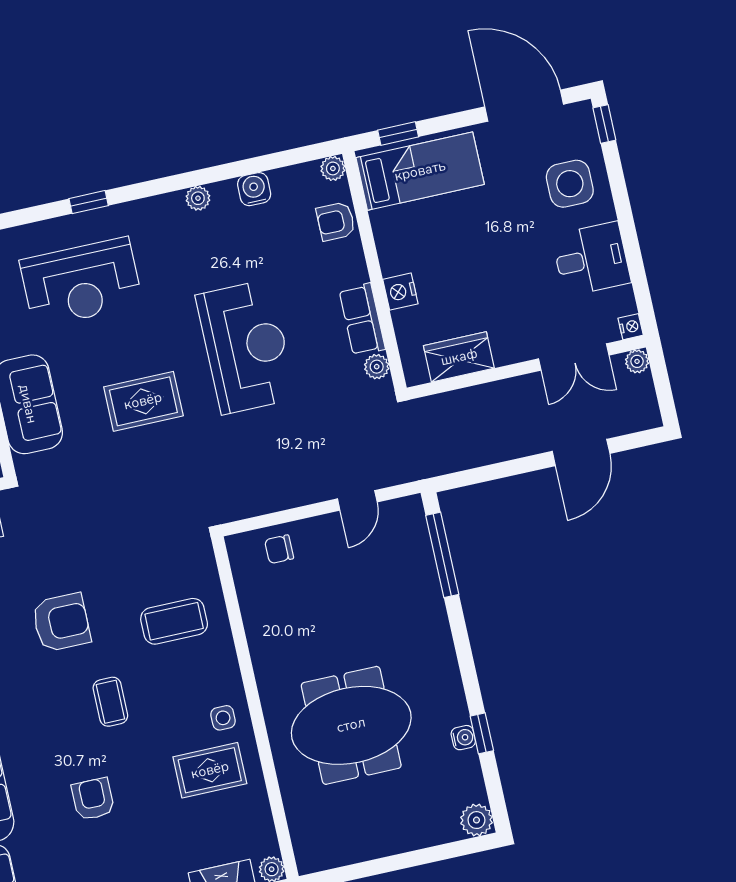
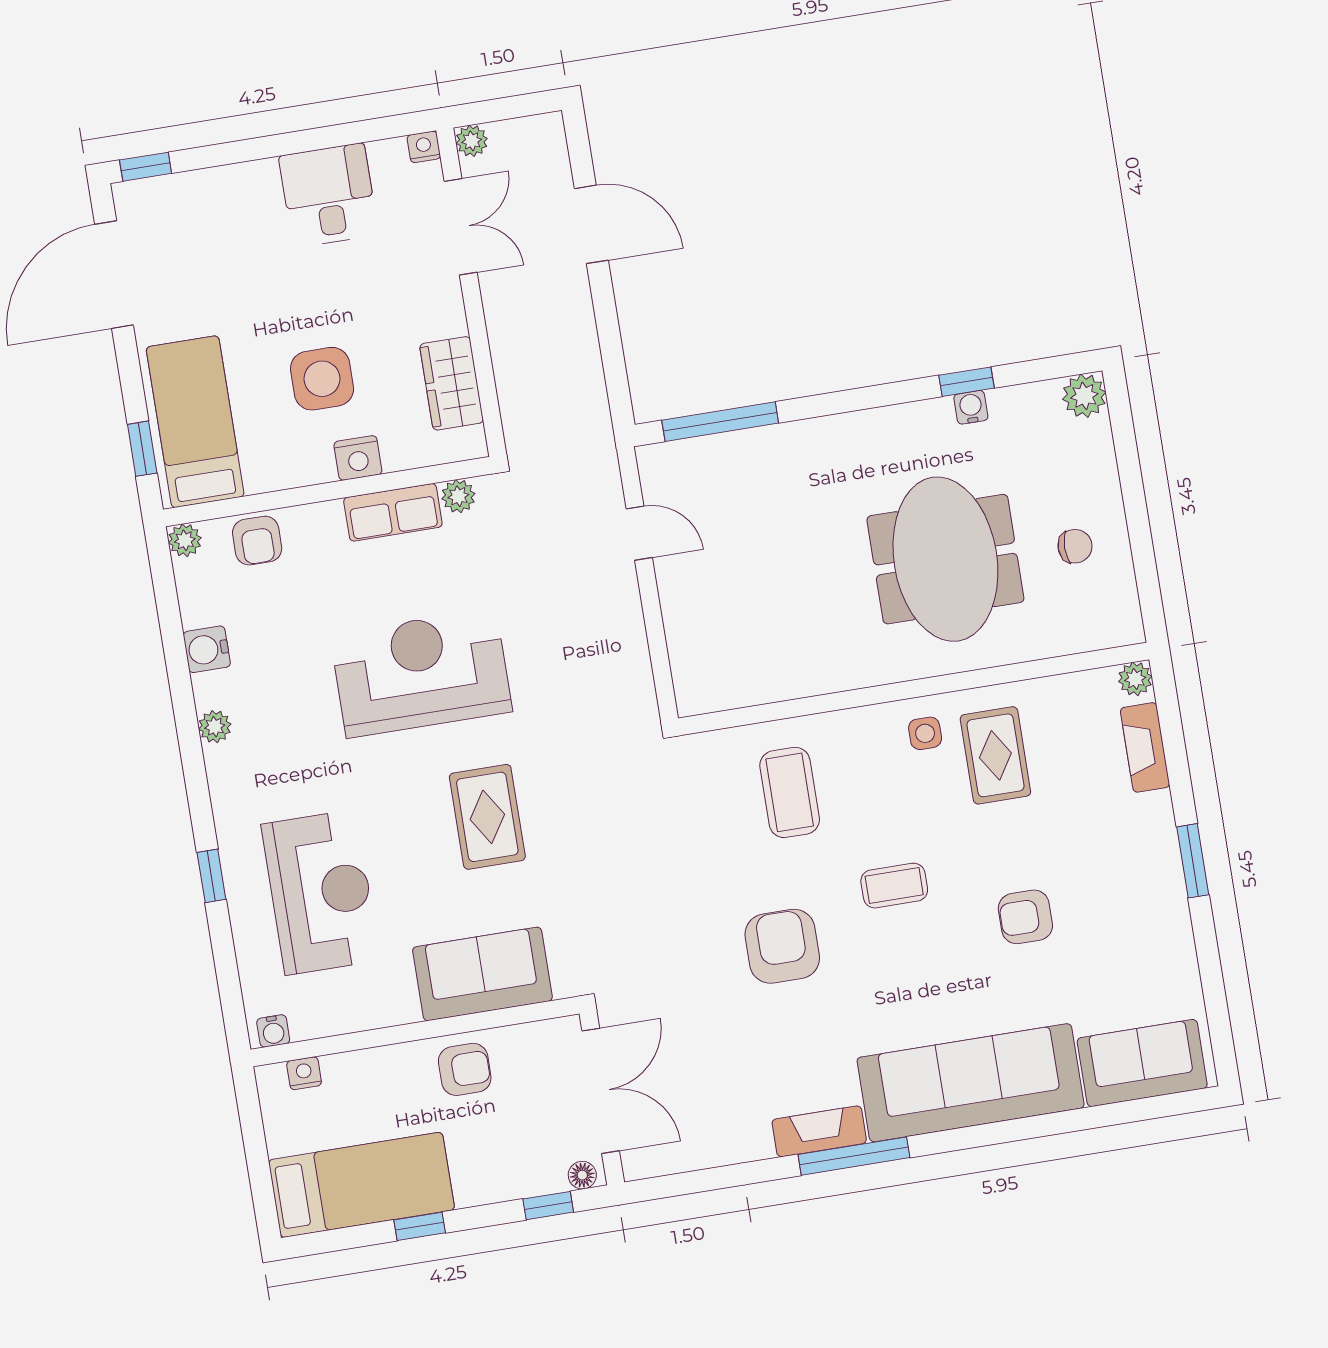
side table: (570, 184) -> (322, 379), moved
chair: (279, 549) -> (1075, 546), moved, turned -90

